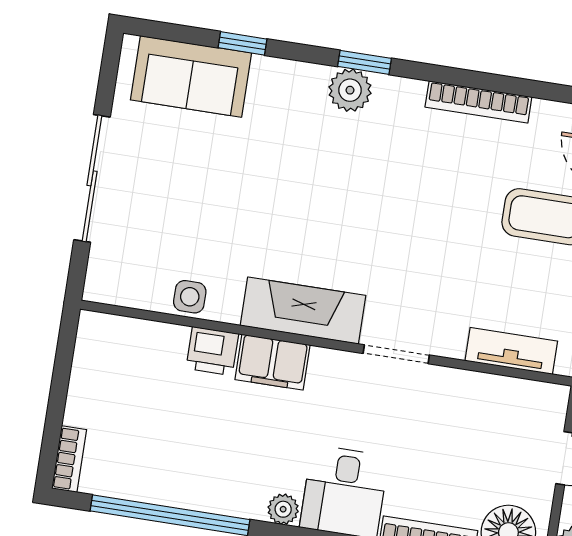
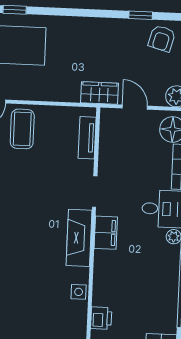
printer: (212, 351) -> (101, 318), moved
filing cabinet: (273, 362) -> (106, 233), moved

